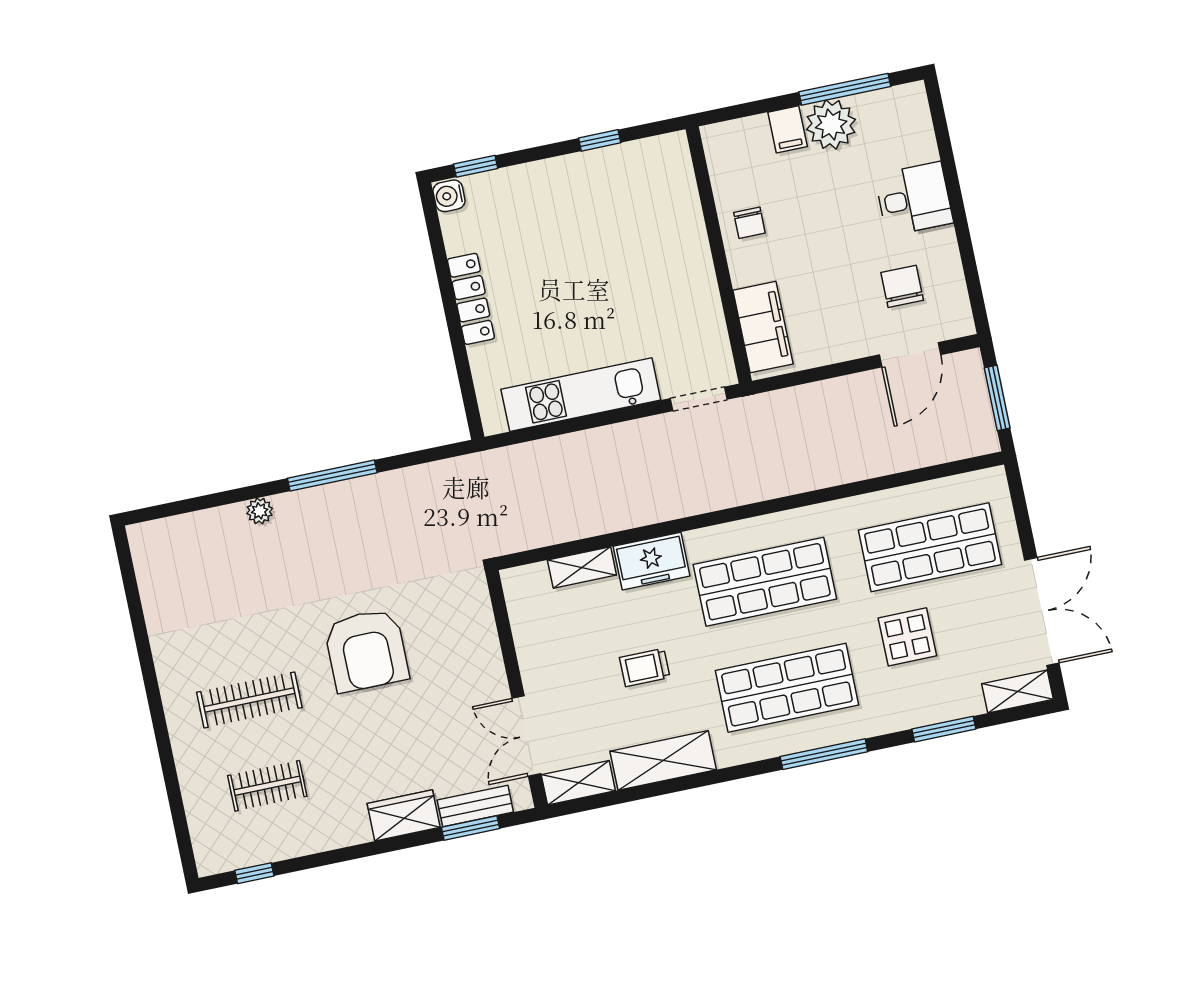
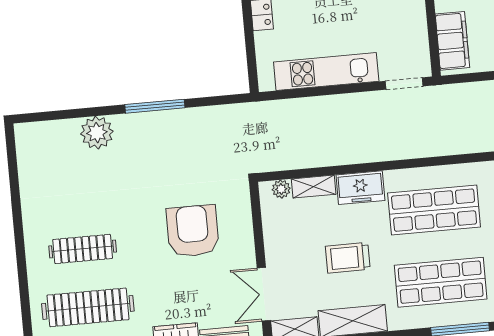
plant: (260, 511) -> (97, 133), width x1.88, depth x1.88
plant: (534, 577) -> (281, 189), added
armchair: (366, 650) -> (193, 231), moved, turned 180
trolley: (645, 667) -> (348, 258), width x1.36, depth x1.39
clothes rail: (267, 786) -> (88, 307), width x1.86, depth x1.31

